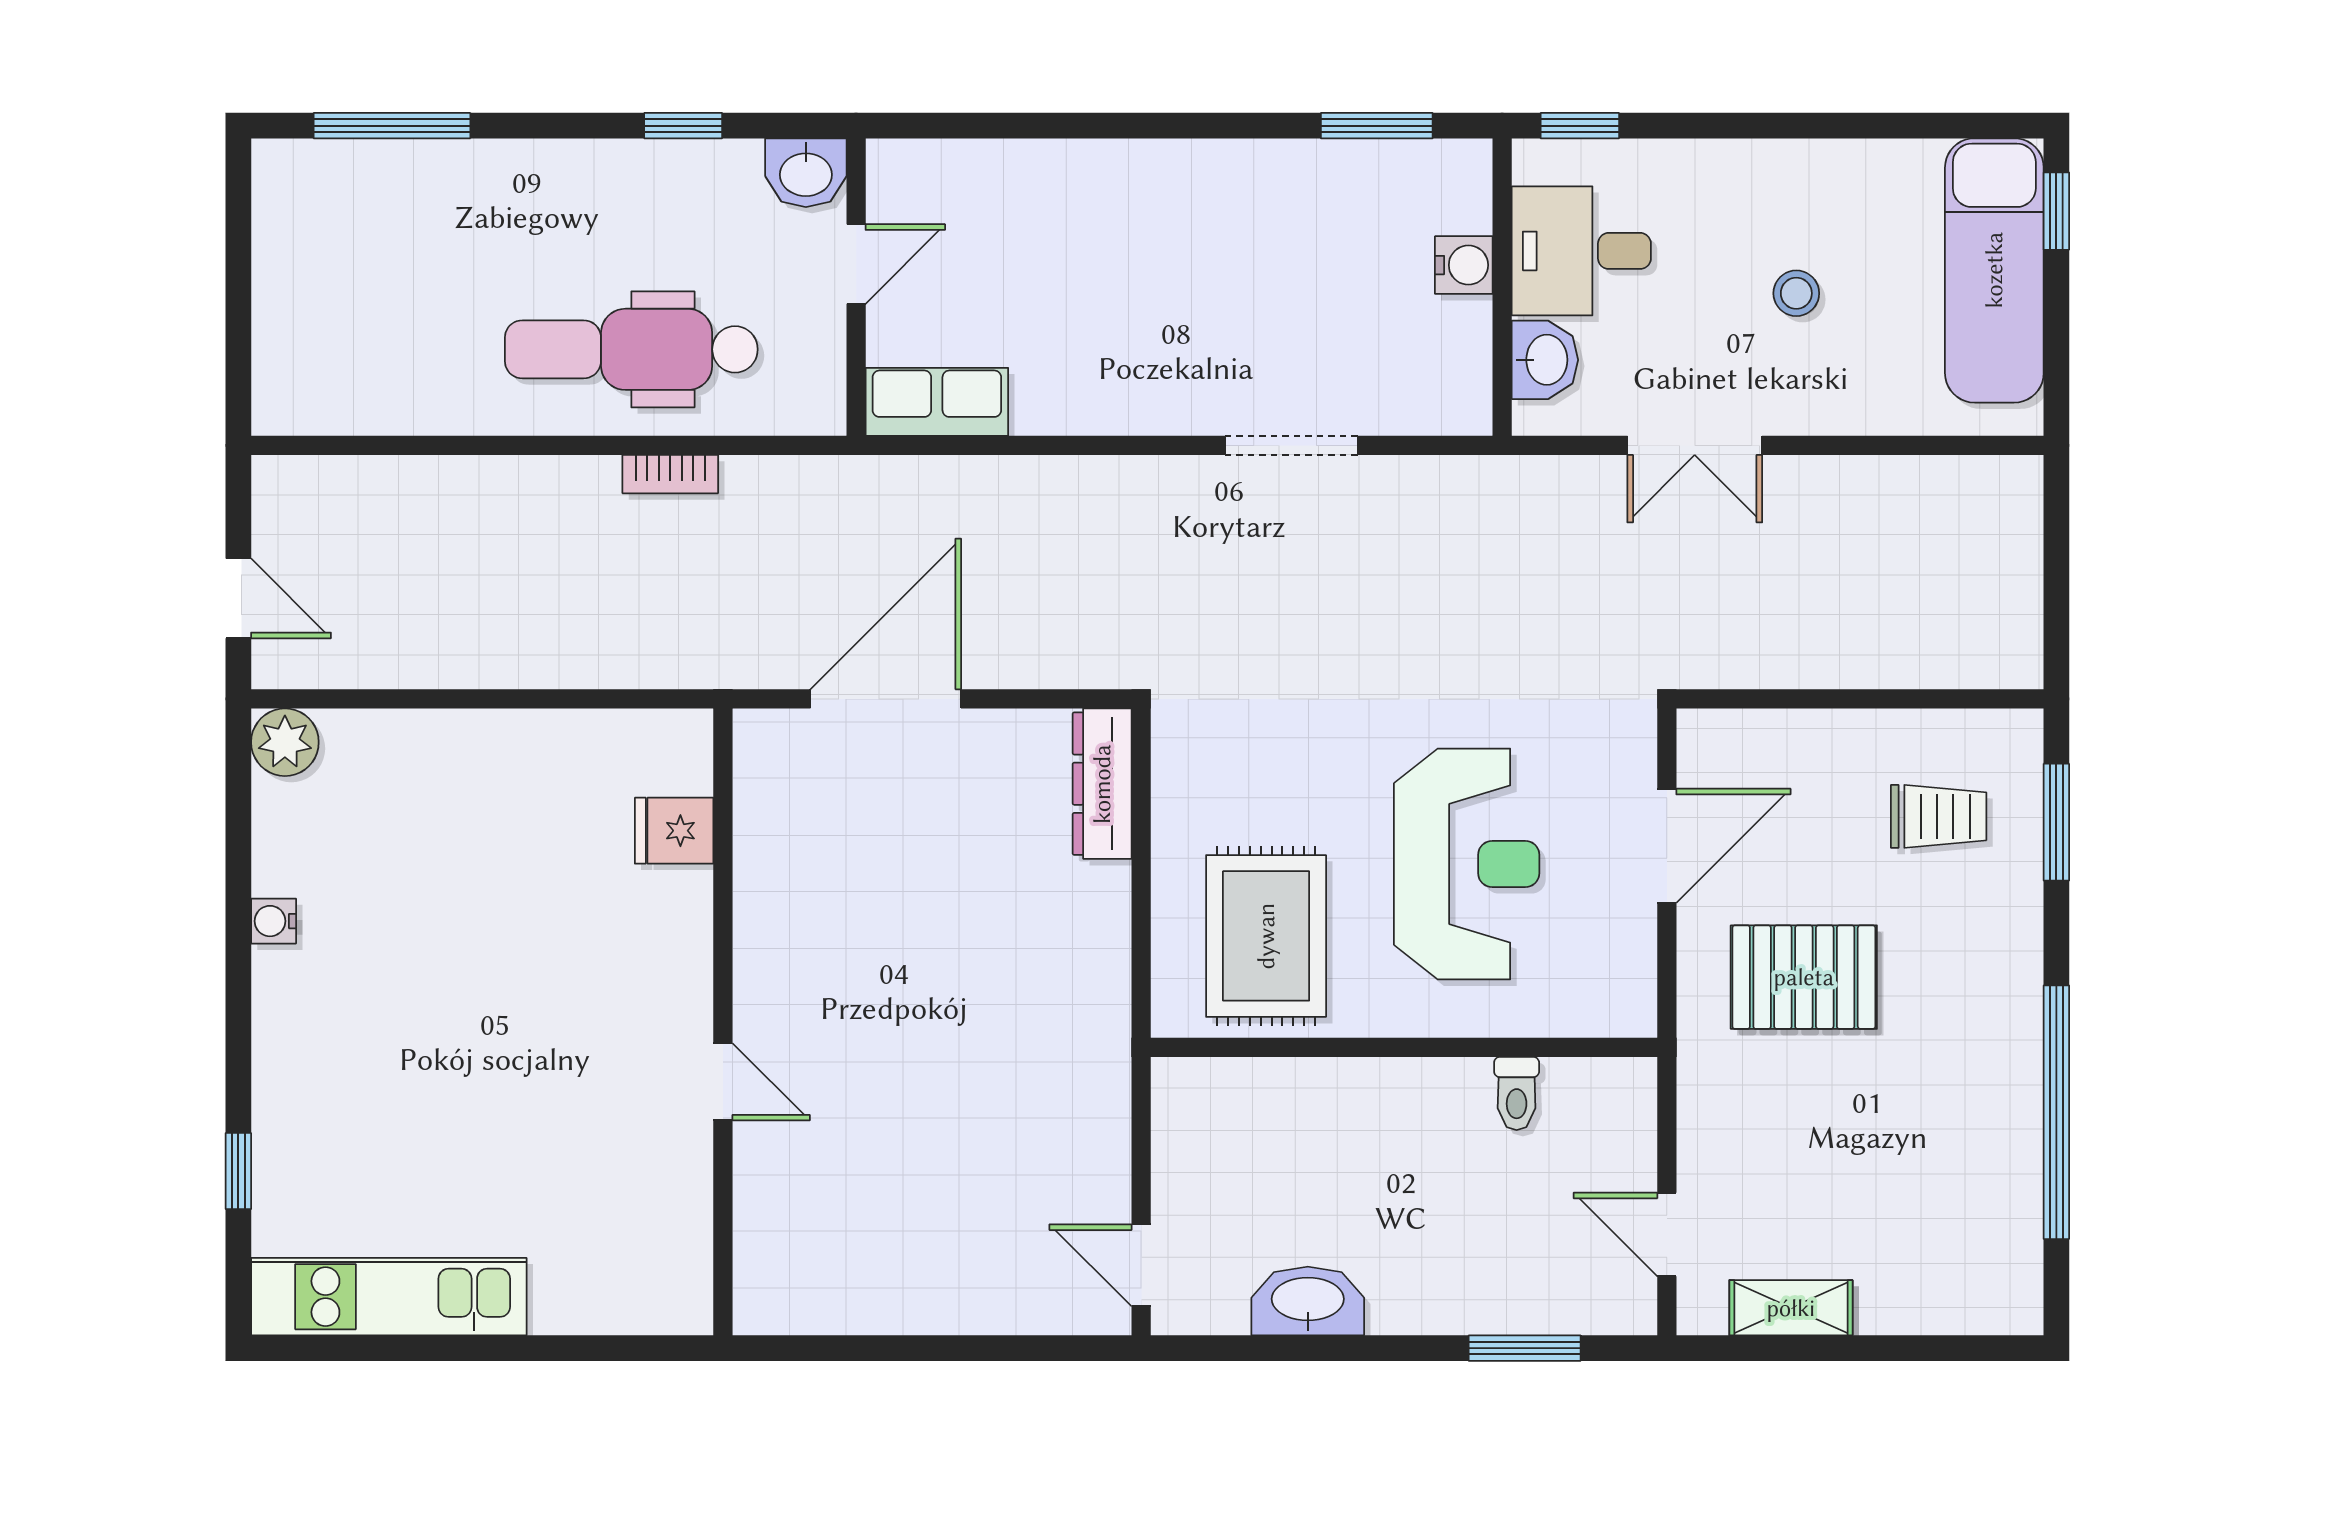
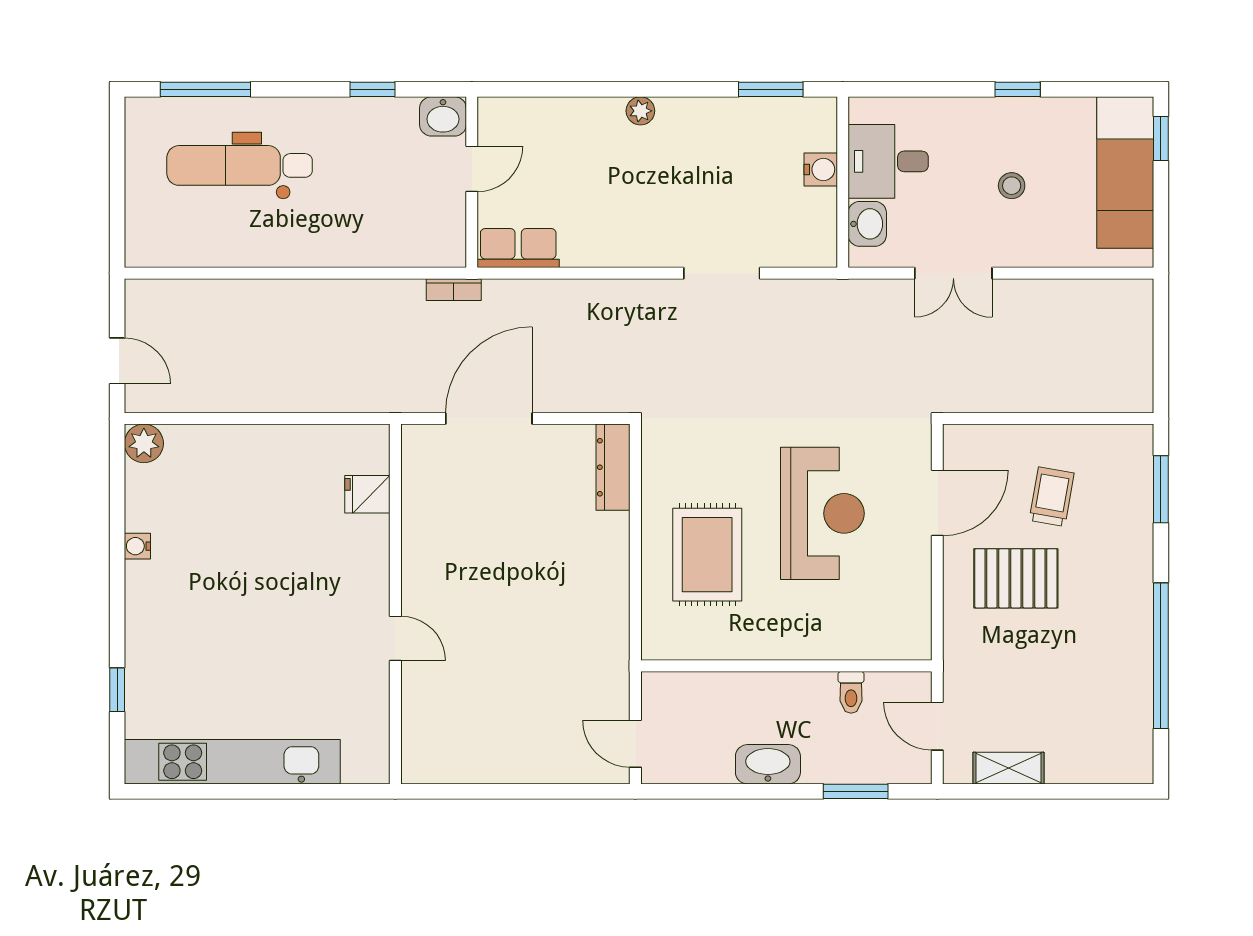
window: (1580, 126) -> (1018, 89), moved
plant: (1150, 163) -> (640, 111), added
dental chair: (631, 349) -> (240, 165), moved
bookcase: (670, 474) -> (454, 290), moved
trolley: (1939, 816) -> (1052, 497), moved, turned -80
wall: (1404, 1047) -> (786, 666), moved
toilet: (1517, 1093) -> (851, 692), moved
kitchen unit: (389, 1297) -> (232, 762), width x1.36
washbasin: (1308, 1301) -> (768, 764), moved

